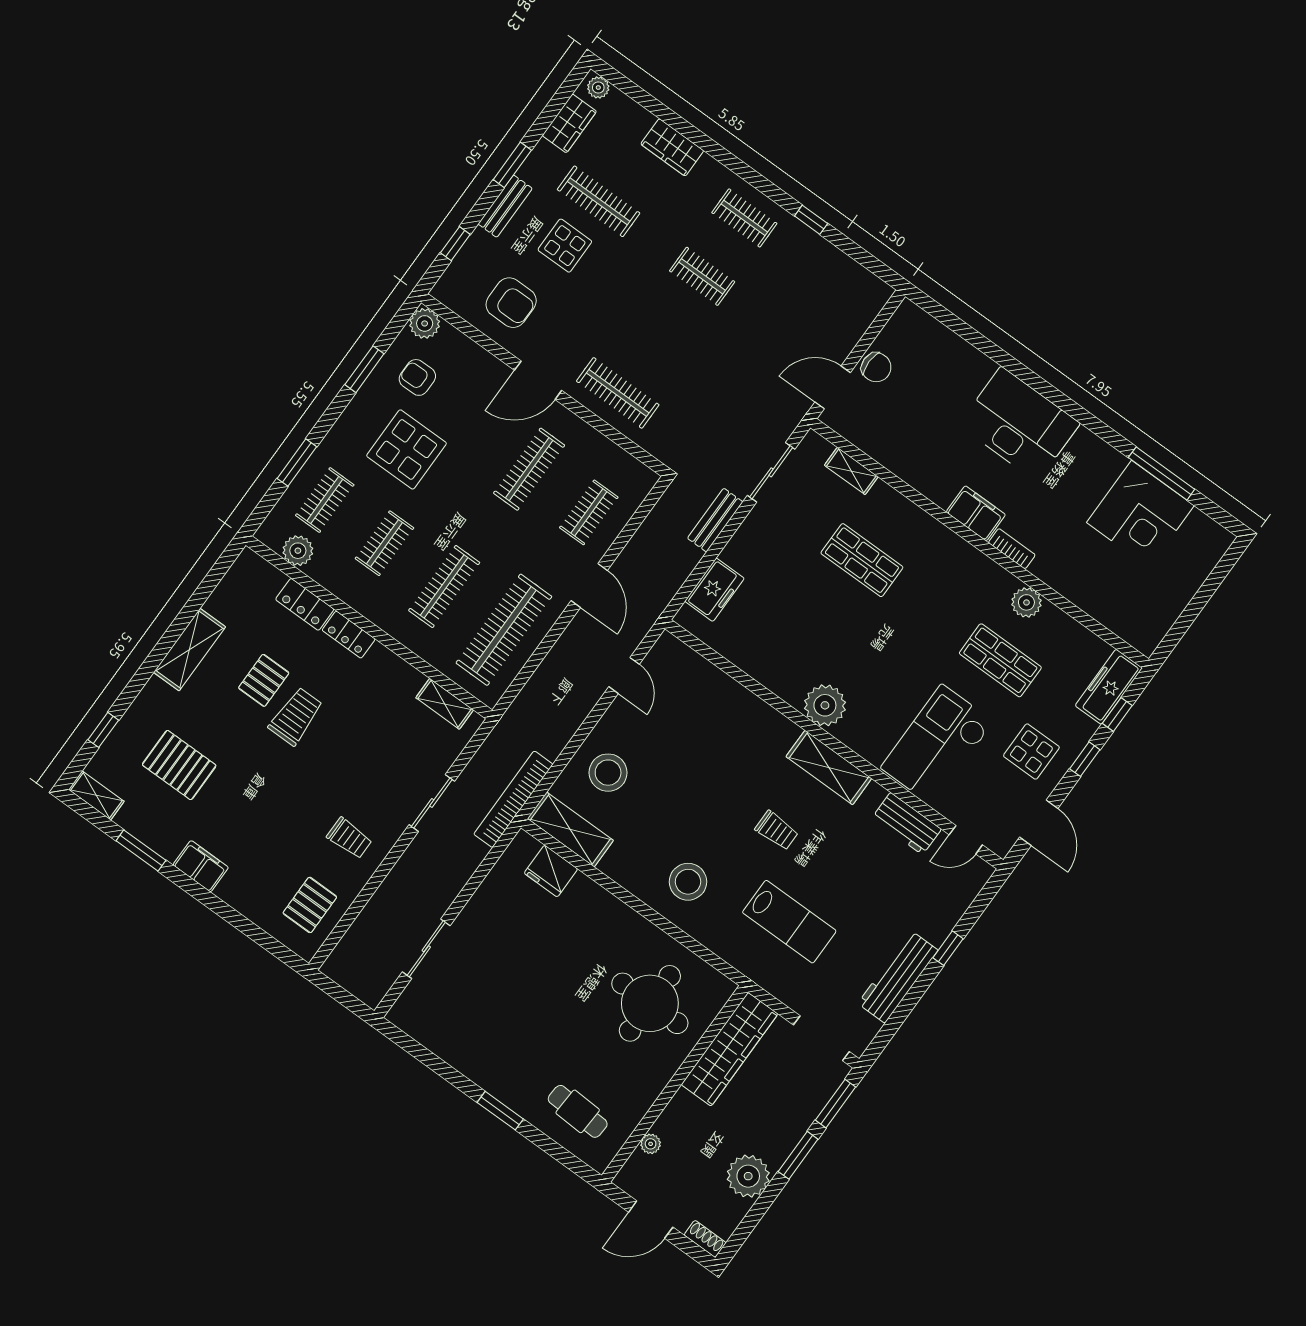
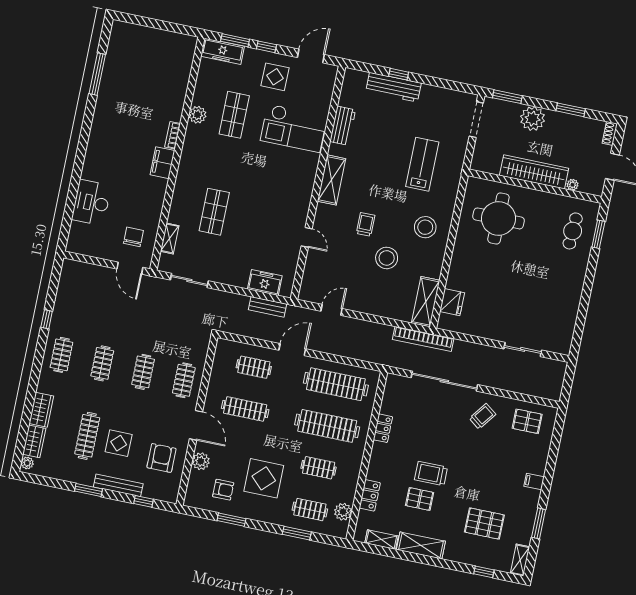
wardrobe: (569, 123) -> (34, 441), moved, turned 90
bench: (505, 206) -> (118, 485), width x1.36
plant: (425, 323) -> (201, 461), moved
clothes rail: (660, 335) -> (143, 372), added
chair: (876, 367) -> (133, 237), moved
armchair: (417, 377) -> (223, 490), turned -90
clothes rail: (618, 393) -> (184, 380), width x0.73
desk: (1019, 424) -> (91, 203), moved, width x0.73, depth x0.77
corner desk: (1140, 514) -> (124, 76), removed
bench: (715, 520) -> (267, 307), moved
clothes rail: (444, 586) -> (327, 426), width x1.37, depth x1.31
locker: (349, 635) -> (383, 428), moved
shelving: (445, 704) -> (381, 540), moved, turned 90
plant: (825, 705) -> (300, 197), removed
window: (1117, 714) -> (235, 40), width x1.50
pallet: (179, 765) -> (484, 524), turned 90
stool: (608, 773) -> (387, 258), moved
sliding door: (432, 803) -> (444, 381), width x1.86
trolley: (777, 831) -> (366, 224), moved
trolley: (349, 838) -> (483, 416), turned 37
door: (966, 840) -> (307, 237), moved
filing cabinet: (201, 866) -> (534, 481), width x0.50
workbench: (898, 977) -> (394, 87), moved
wardrobe: (730, 1049) -> (534, 172), moved
window: (500, 1111) -> (598, 234), moved
window: (798, 1155) -> (571, 110), moved
plant: (748, 1176) -> (533, 119), moved

